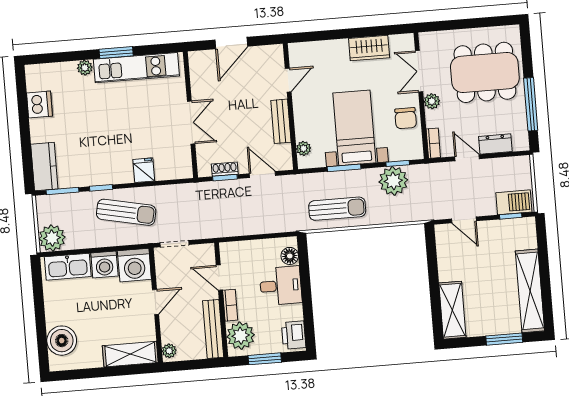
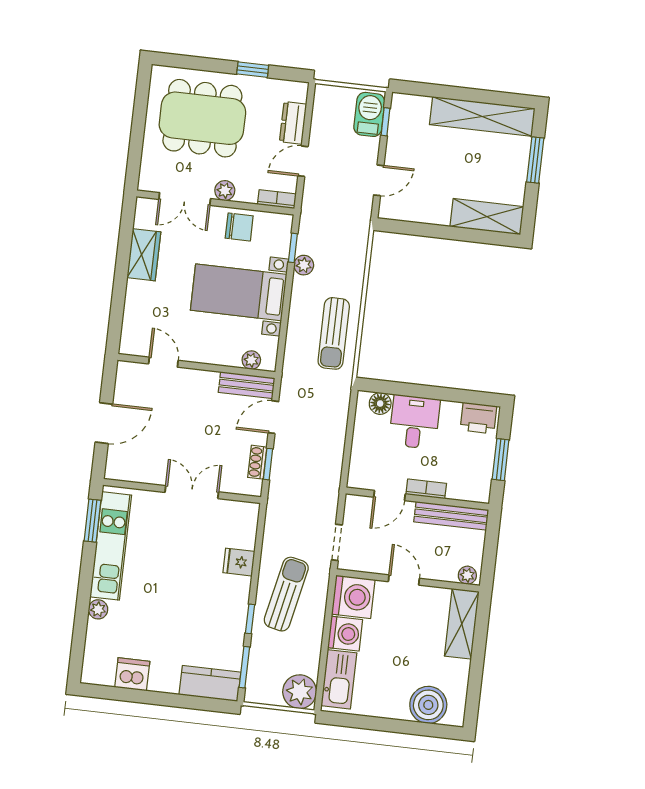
door: (231, 43) -> (104, 423), hinge flipped
window: (116, 53) -> (93, 521), moved
dining table: (485, 72) -> (202, 118), turned 90
window: (531, 104) -> (253, 70), width x0.46
bench: (281, 121) -> (247, 385), moved
window: (344, 168) -> (285, 315), removed
plant: (393, 181) -> (304, 265), width x0.53, depth x0.53
sun lounger: (337, 209) -> (334, 333), turned 180
plant: (241, 336) -> (466, 484), removed

